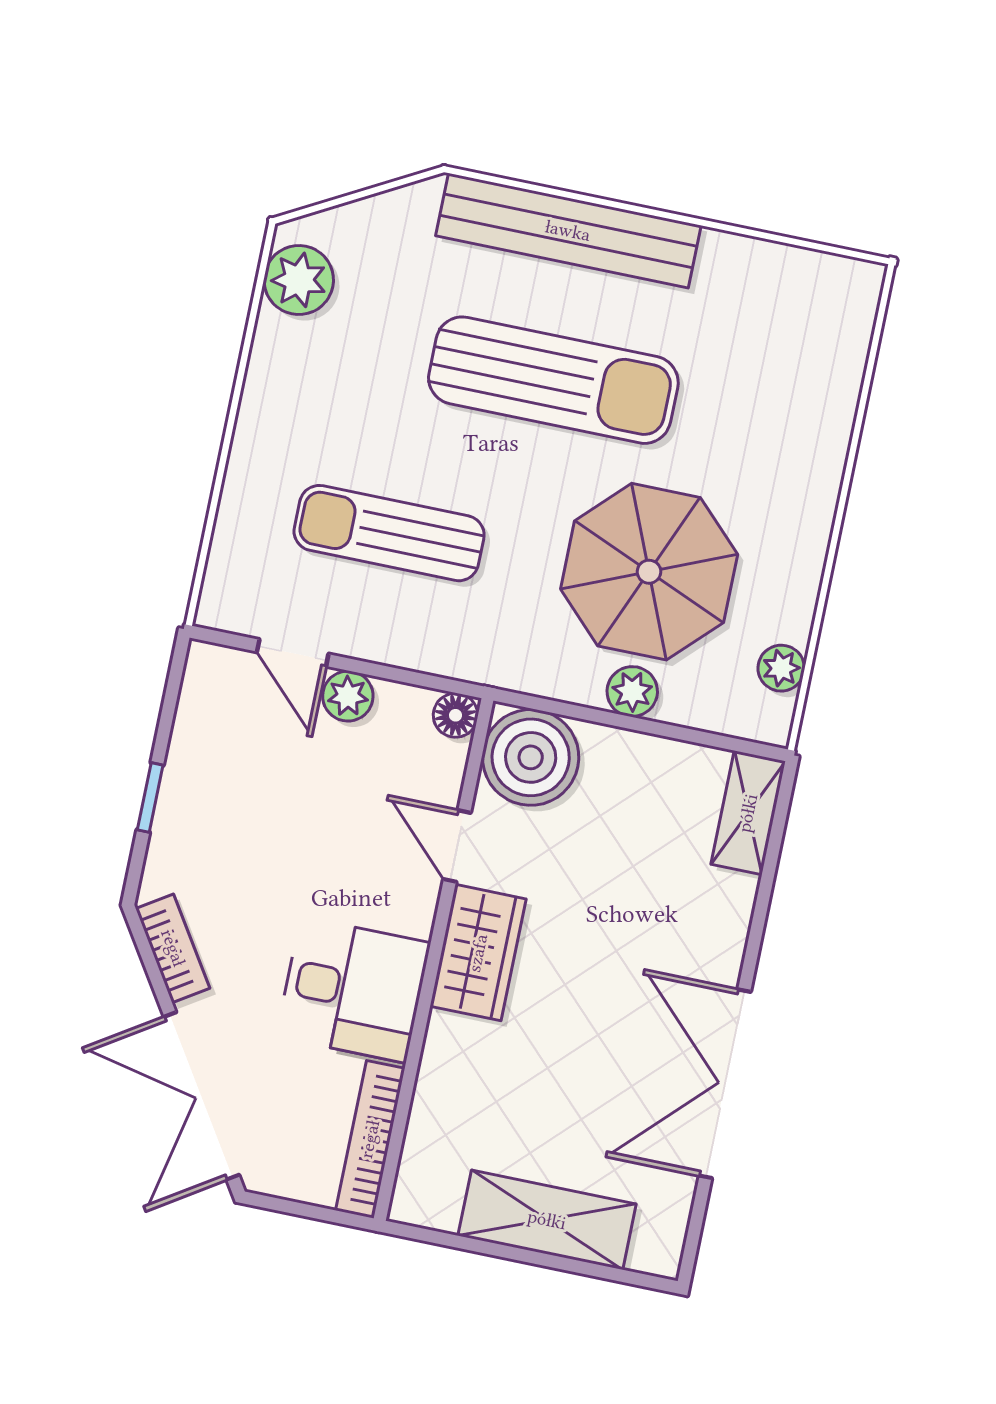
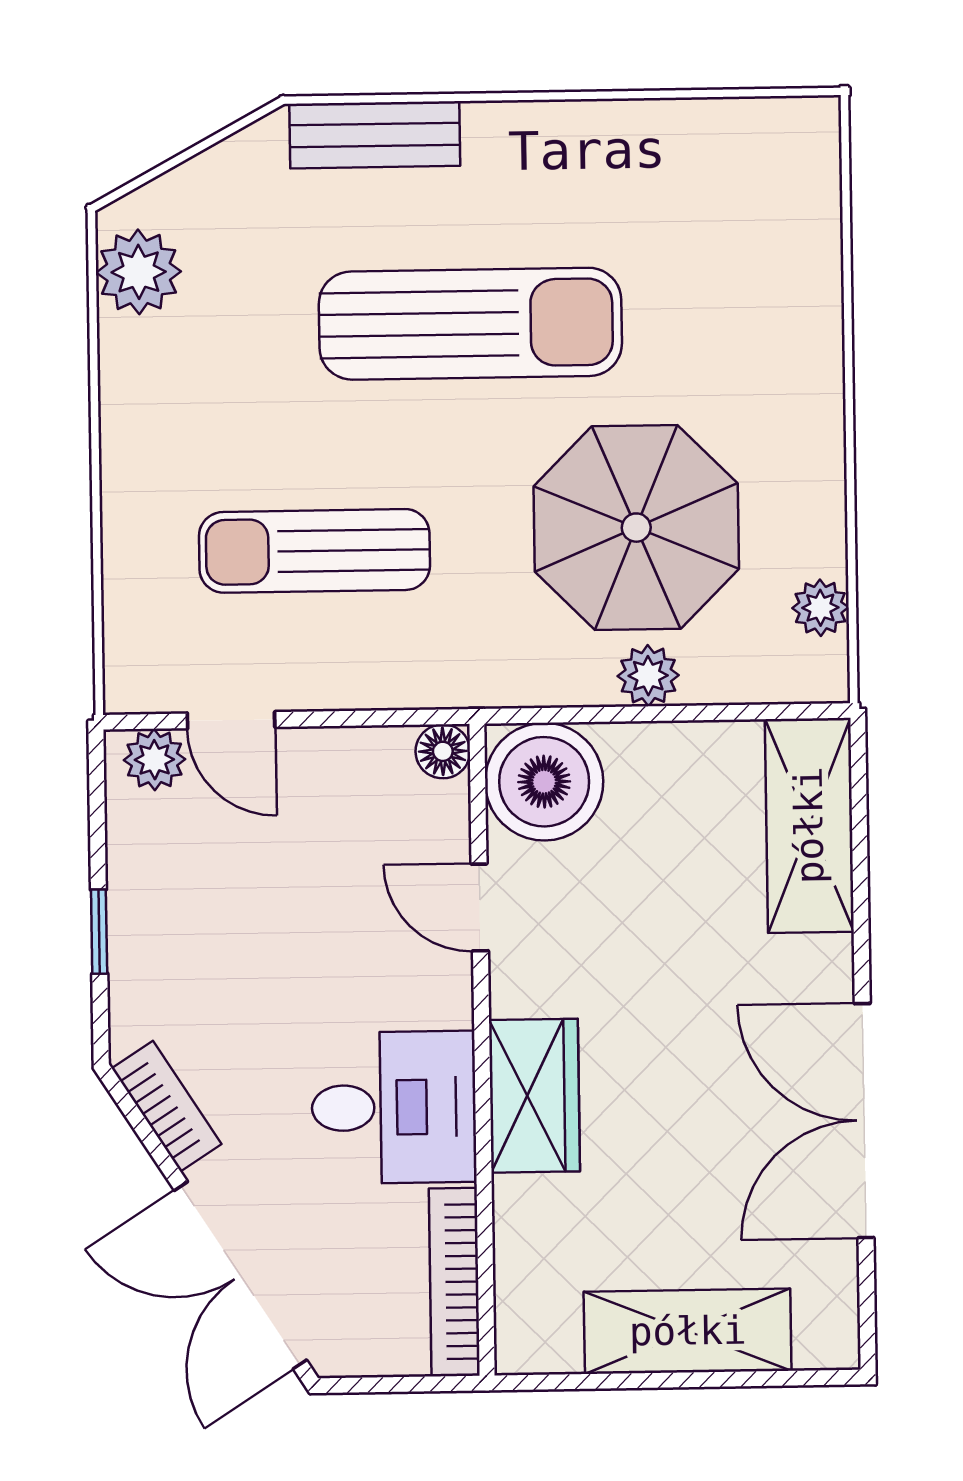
bench: (568, 231) -> (375, 135), width x0.54, depth x0.82
plant: (348, 696) -> (154, 760), moved
shelving: (748, 813) -> (809, 825), width x1.50, depth x1.33
wardrobe: (478, 953) -> (534, 1096), moved

